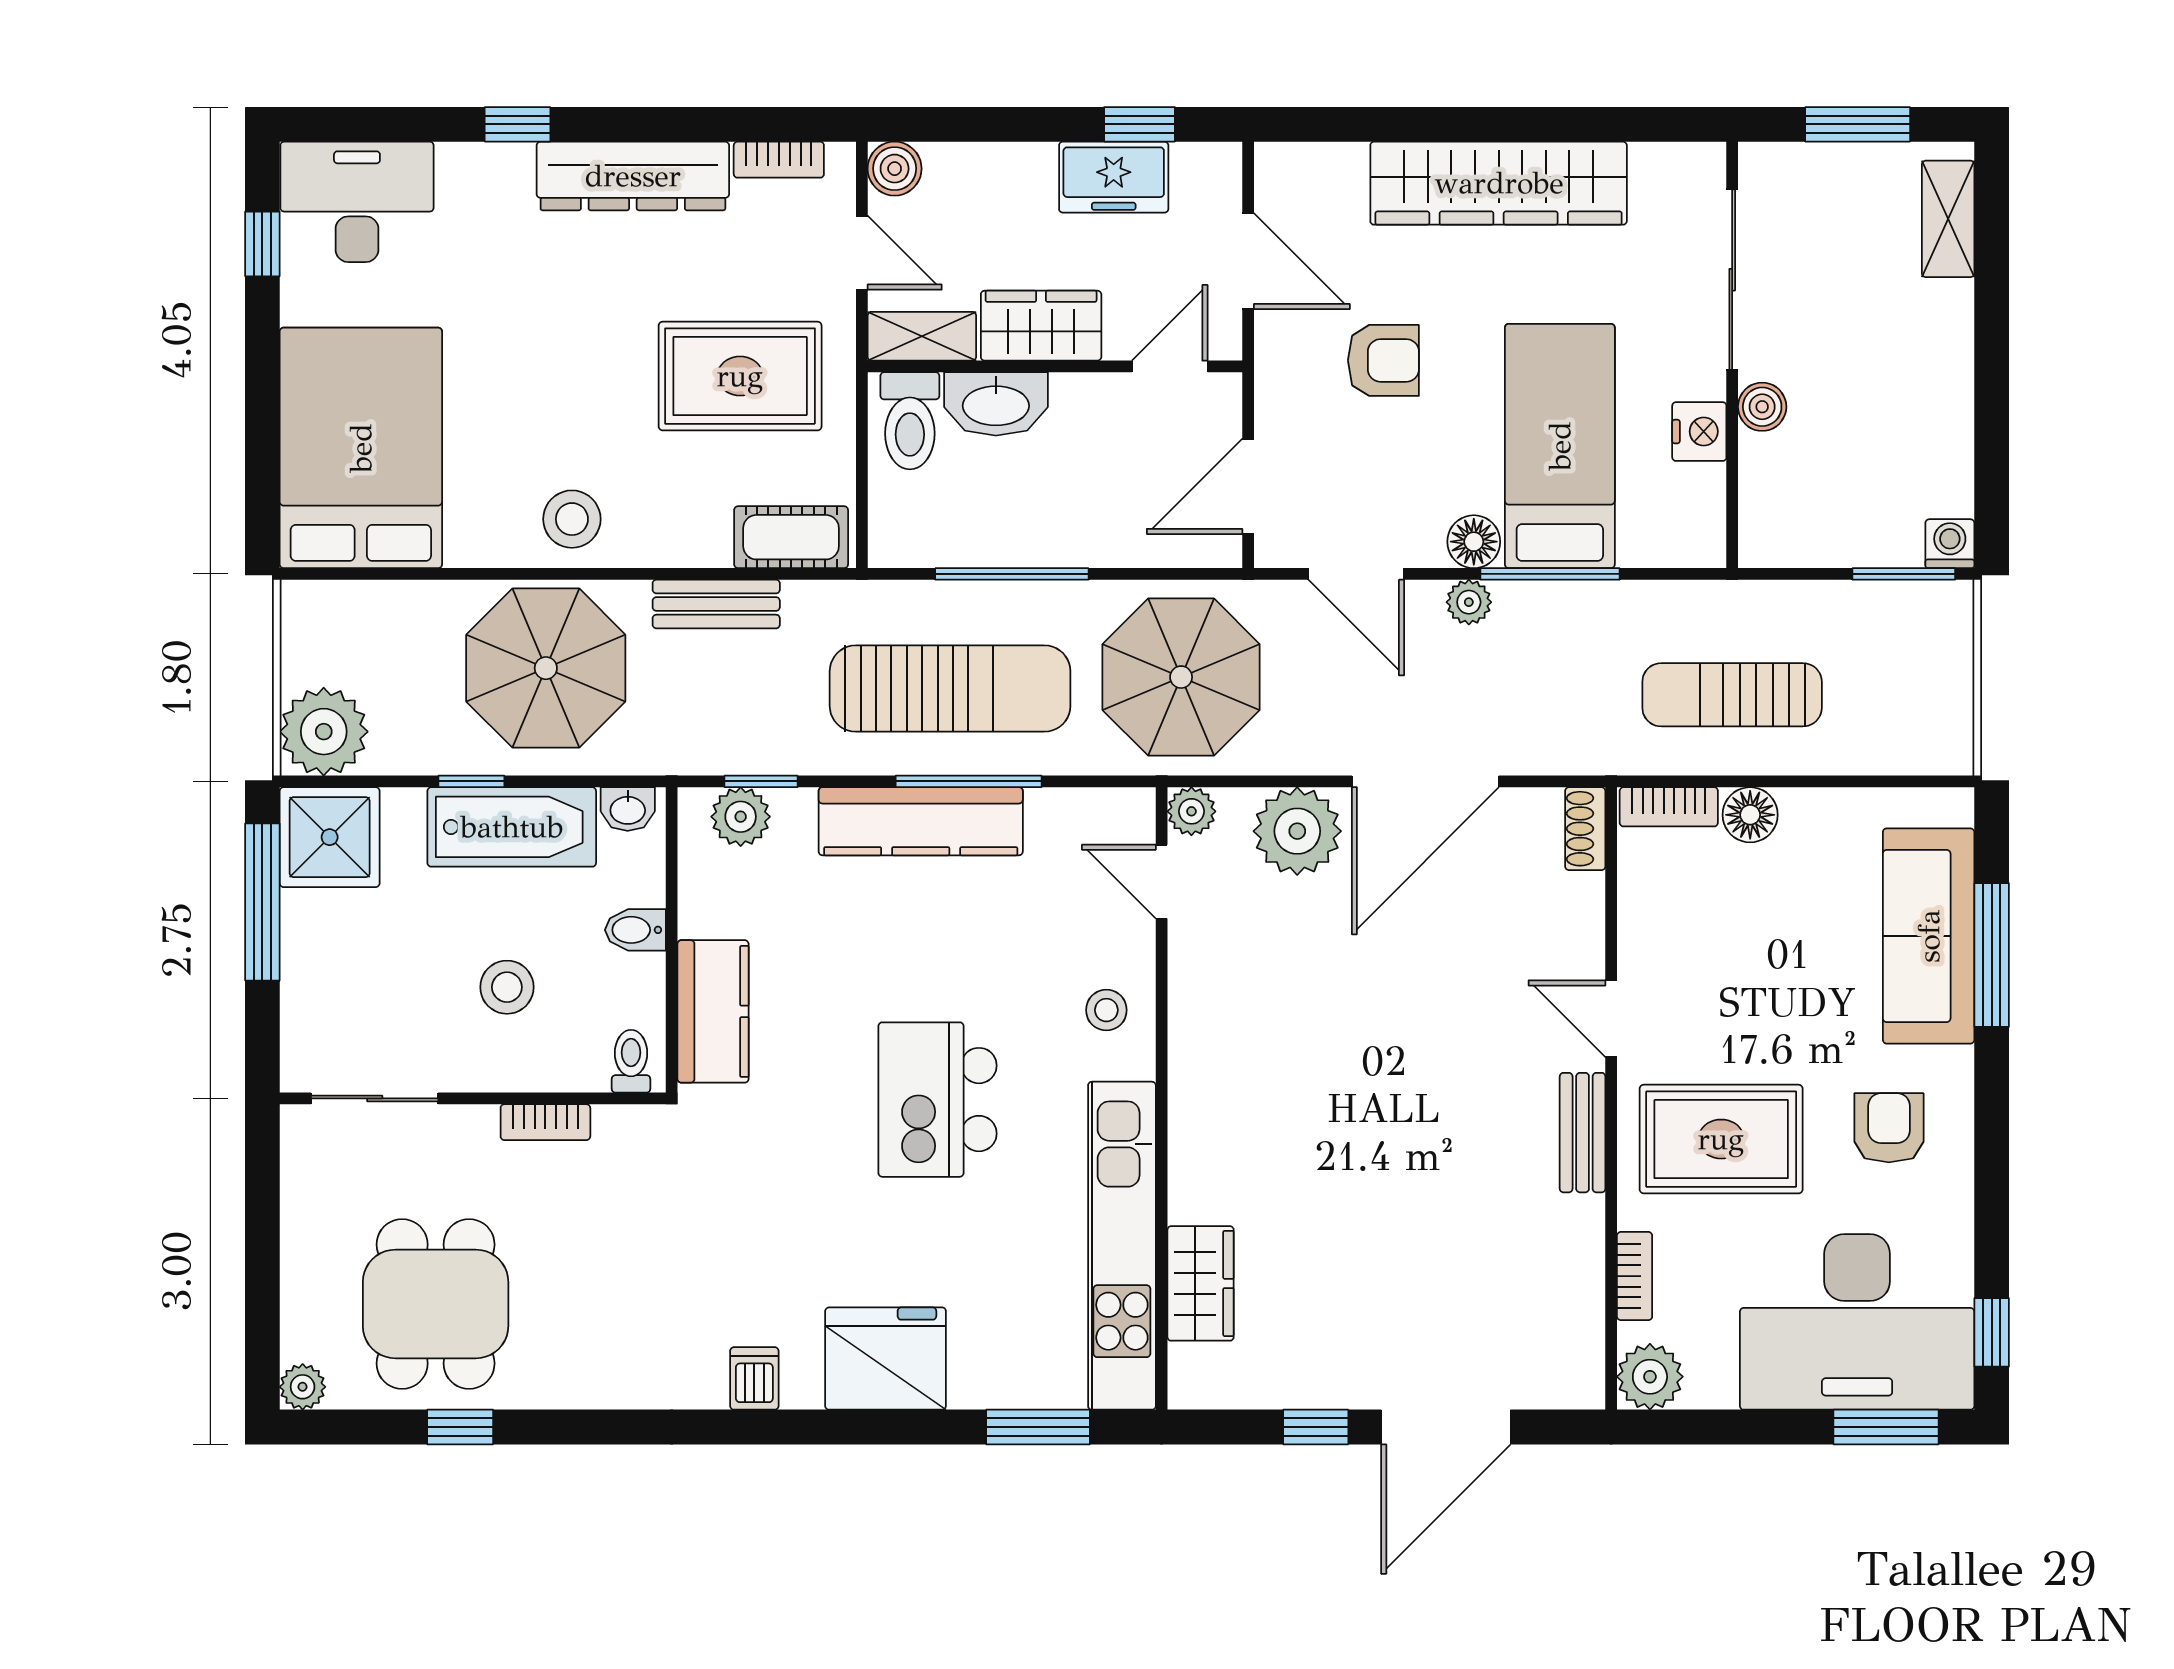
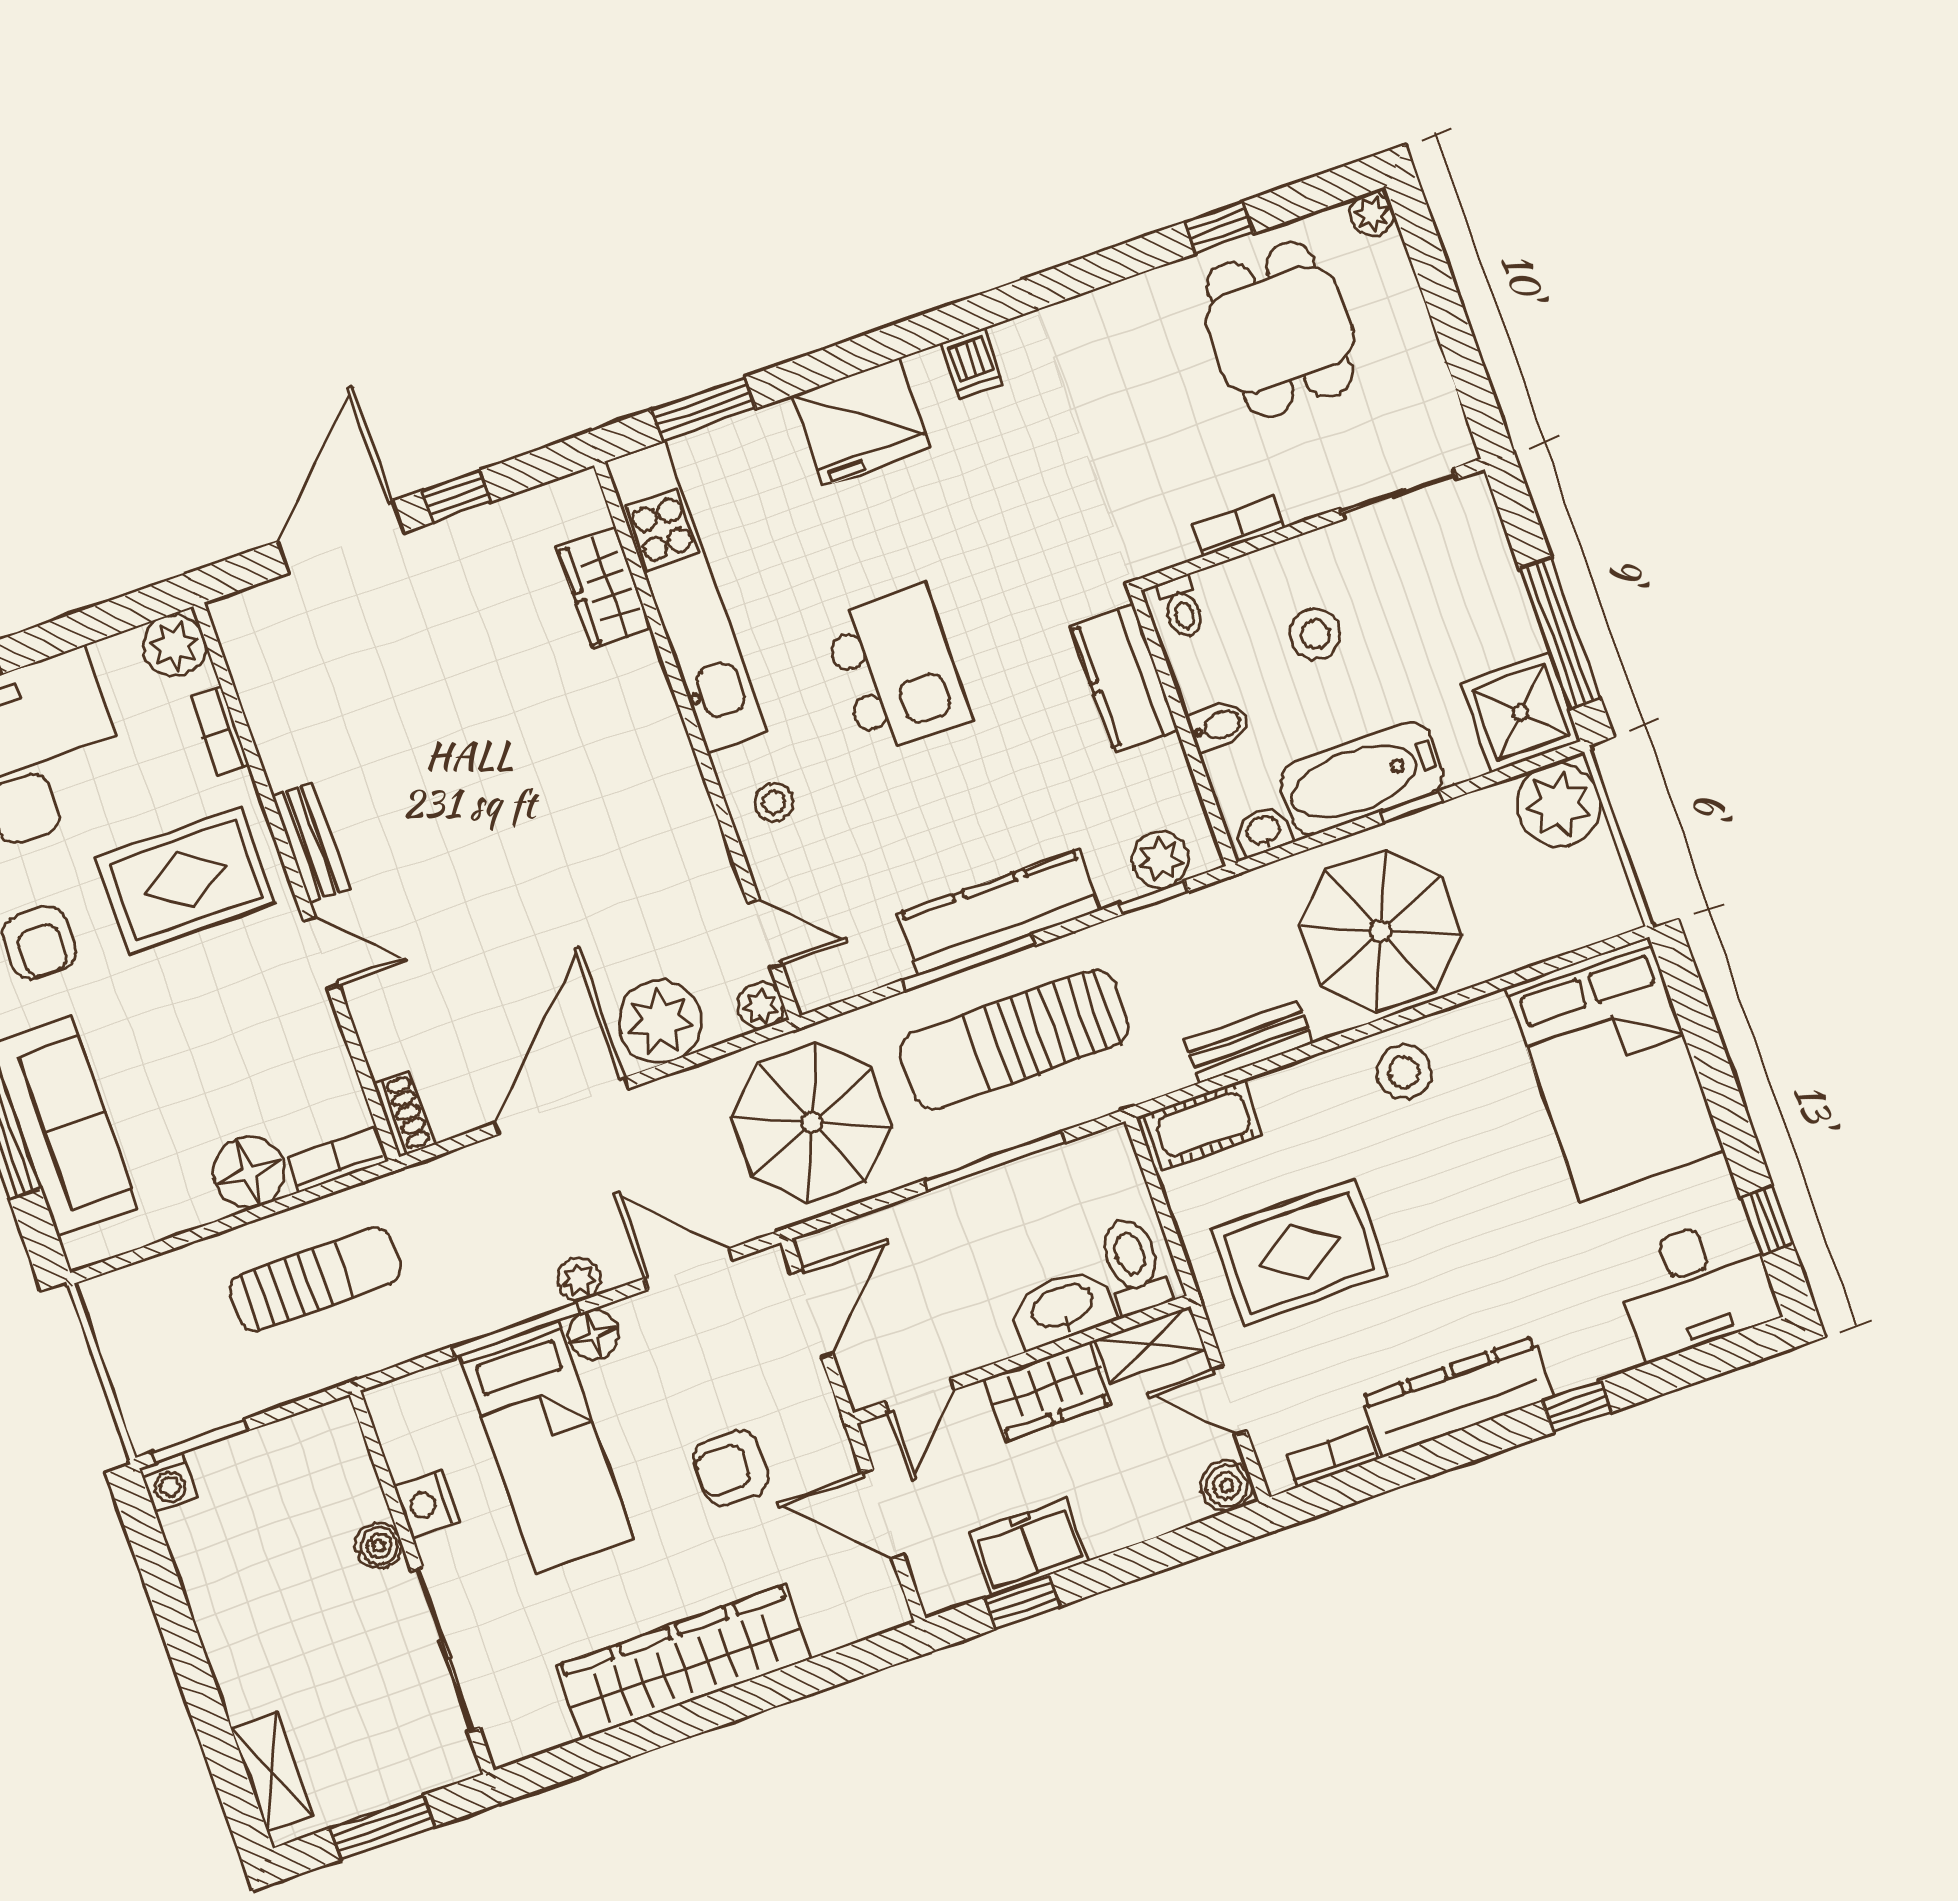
floor lamp: (1750, 815) -> (249, 1172), width x1.38, depth x1.38

